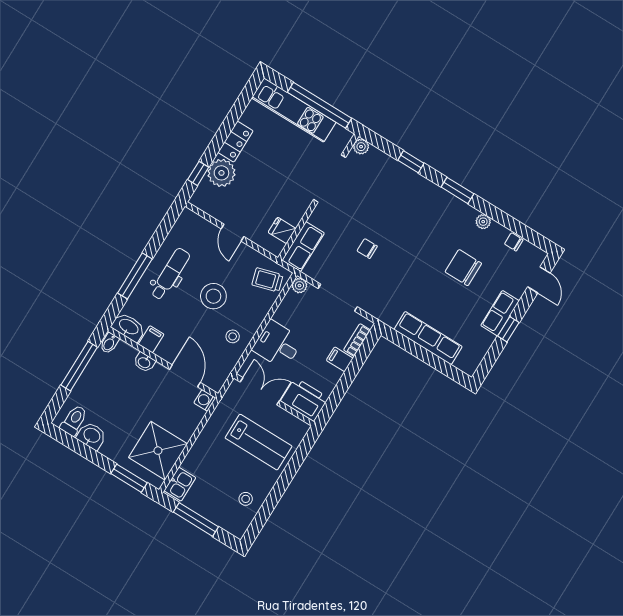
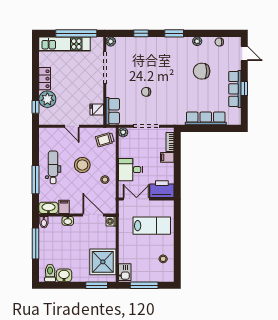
row of seats: (500, 313) -> (235, 89), width x1.48

